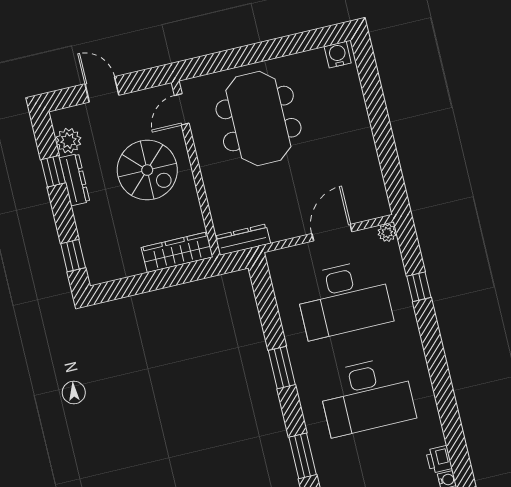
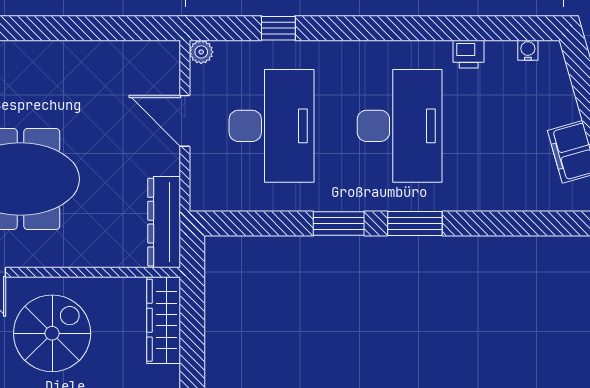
dresser: (243, 240) -> (164, 222), width x1.37, depth x1.24
window: (303, 456) -> (415, 223), moved
printer: (439, 459) -> (469, 54), moved

